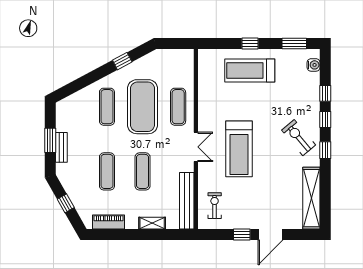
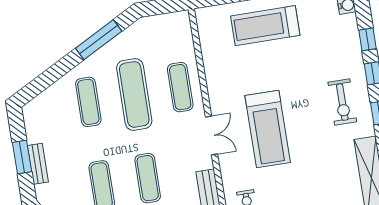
window: (122, 61) -> (99, 40), width x2.17
exercise mat: (143, 107) -> (134, 94), width x0.68
exercise bike: (299, 138) -> (342, 102), turned -140

